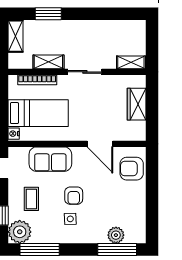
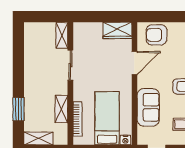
sliding door: (85, 72) -> (70, 65), moved
wardrobe: (137, 104) -> (117, 30), moved
armchair: (132, 169) -> (157, 35), turned 90

